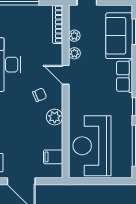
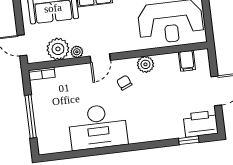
bookcase: (58, 24) -> (42, 74), width x0.64
plant: (74, 36) -> (58, 49), width x1.87, depth x1.87

